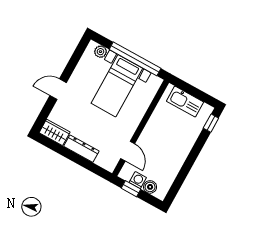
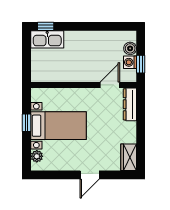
window: (135, 59) -> (26, 123), width x0.32
door: (58, 89) -> (90, 175), hinge flipped
kitchen sink: (185, 102) -> (47, 39), moved, turned 90
dresser: (81, 149) -> (130, 104), moved

